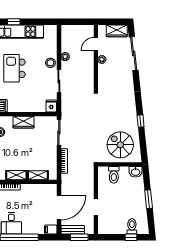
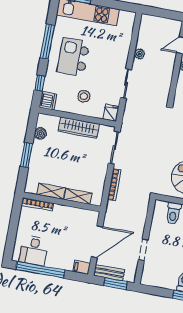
stool: (50, 63) -> (84, 96), moved
wardrobe: (24, 122) -> (79, 128), width x1.50

